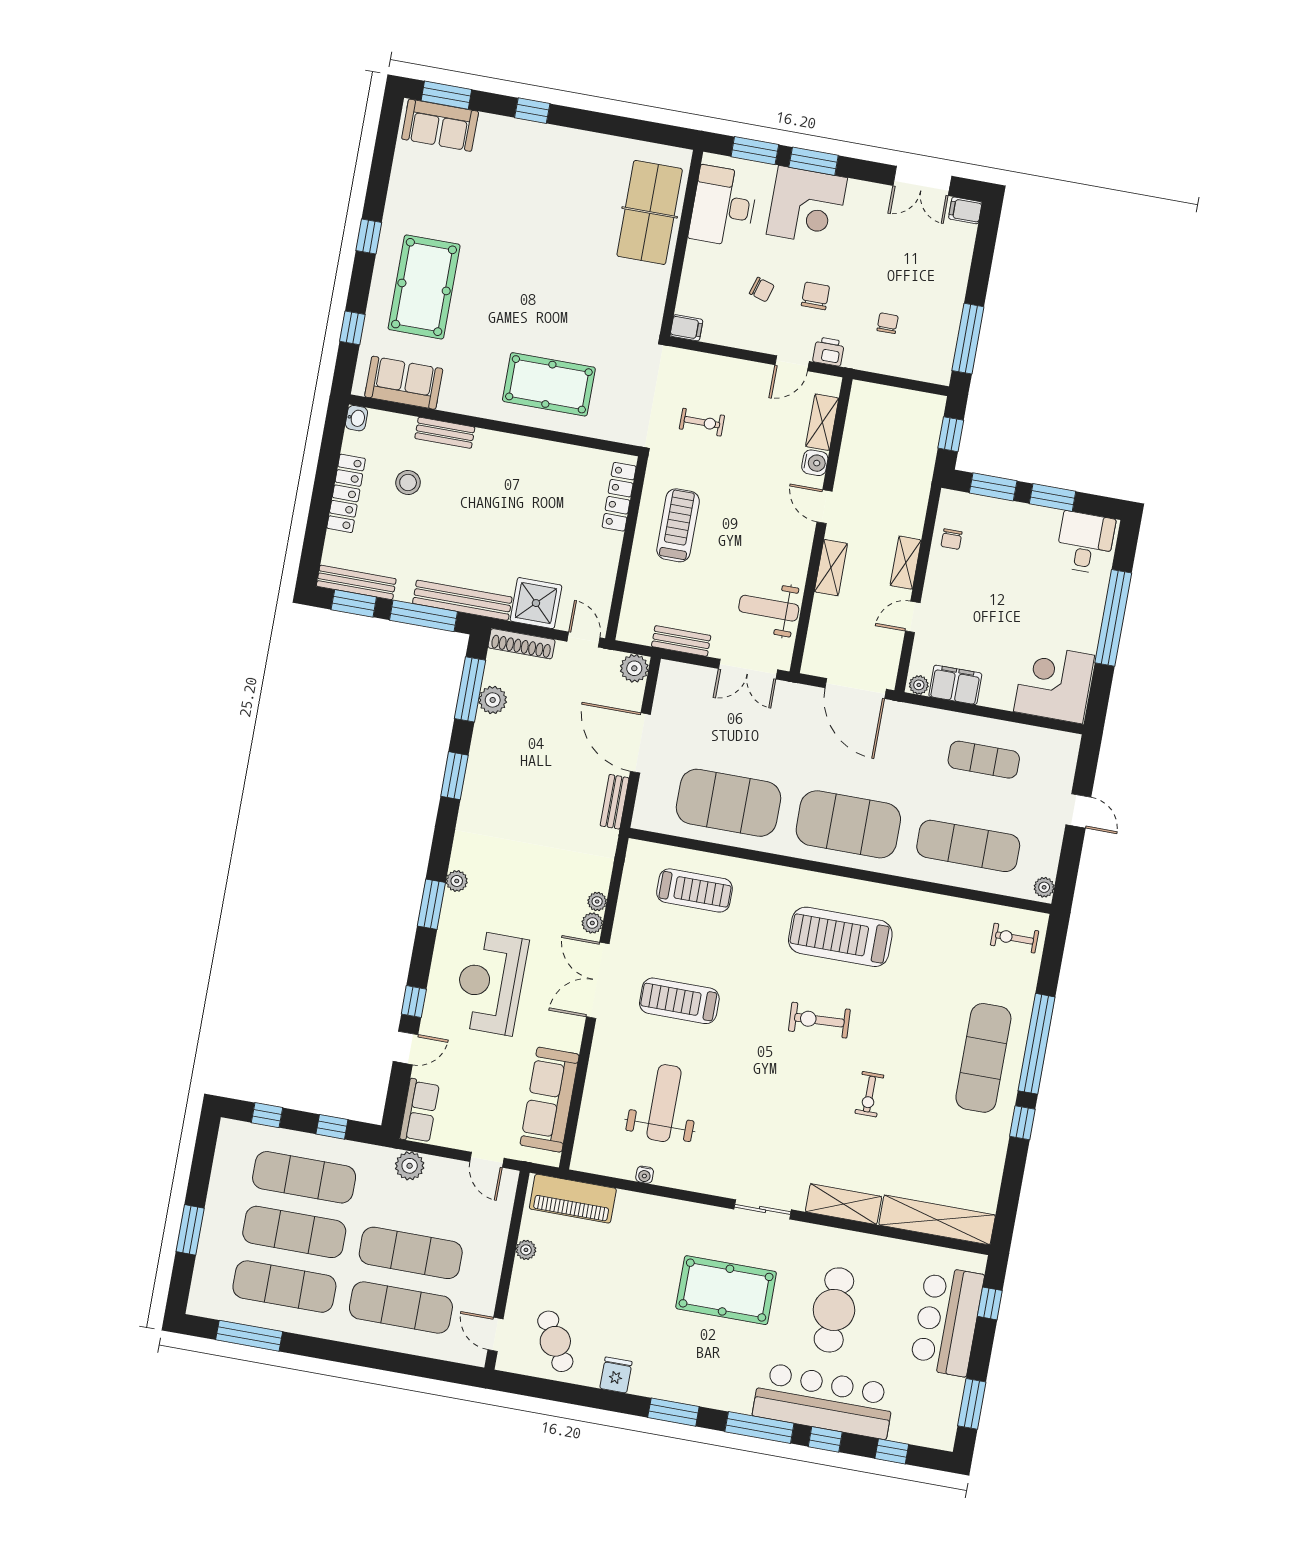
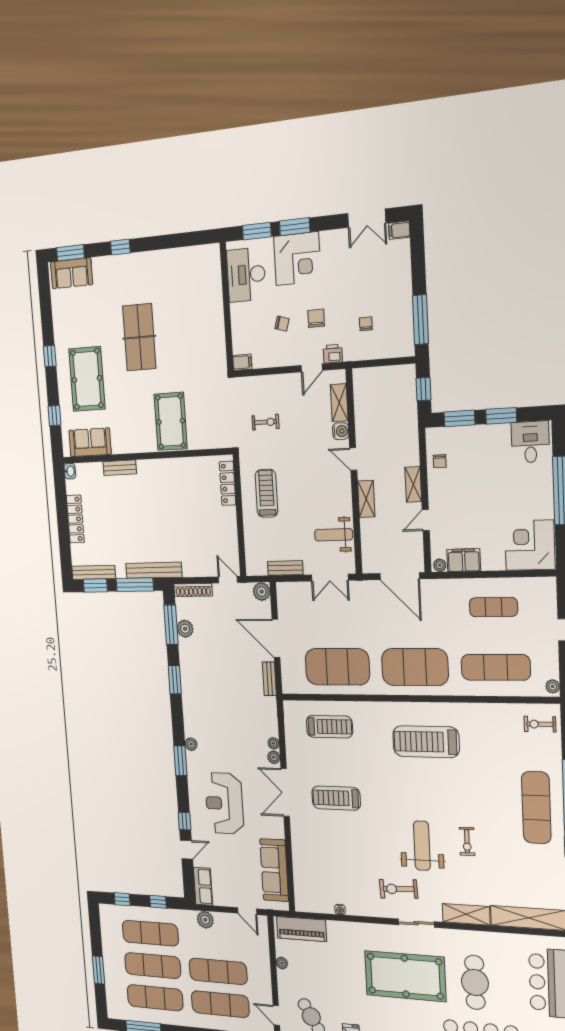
table tennis table: (650, 212) -> (139, 337), moved
pool table: (549, 384) -> (171, 421), turned 90
stool: (408, 483) -> (107, 504), removed
shower: (536, 603) -> (195, 563), removed
exercise bike: (819, 1020) -> (399, 889), moved
weight bench: (664, 1103) -> (422, 846), moved
pool table: (726, 1290) -> (405, 976), width x1.36, depth x1.32

